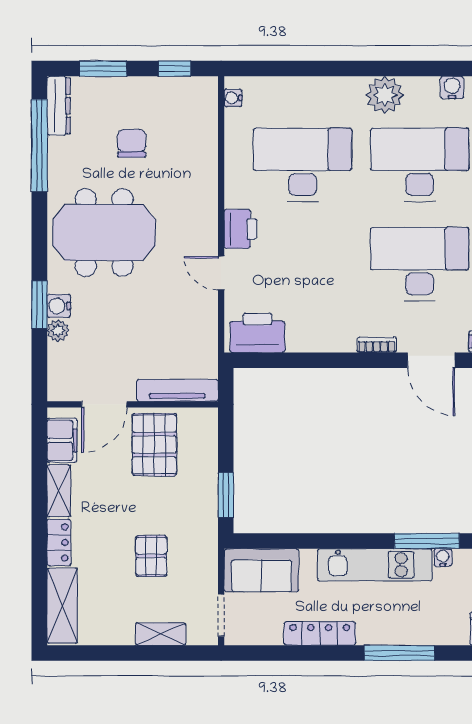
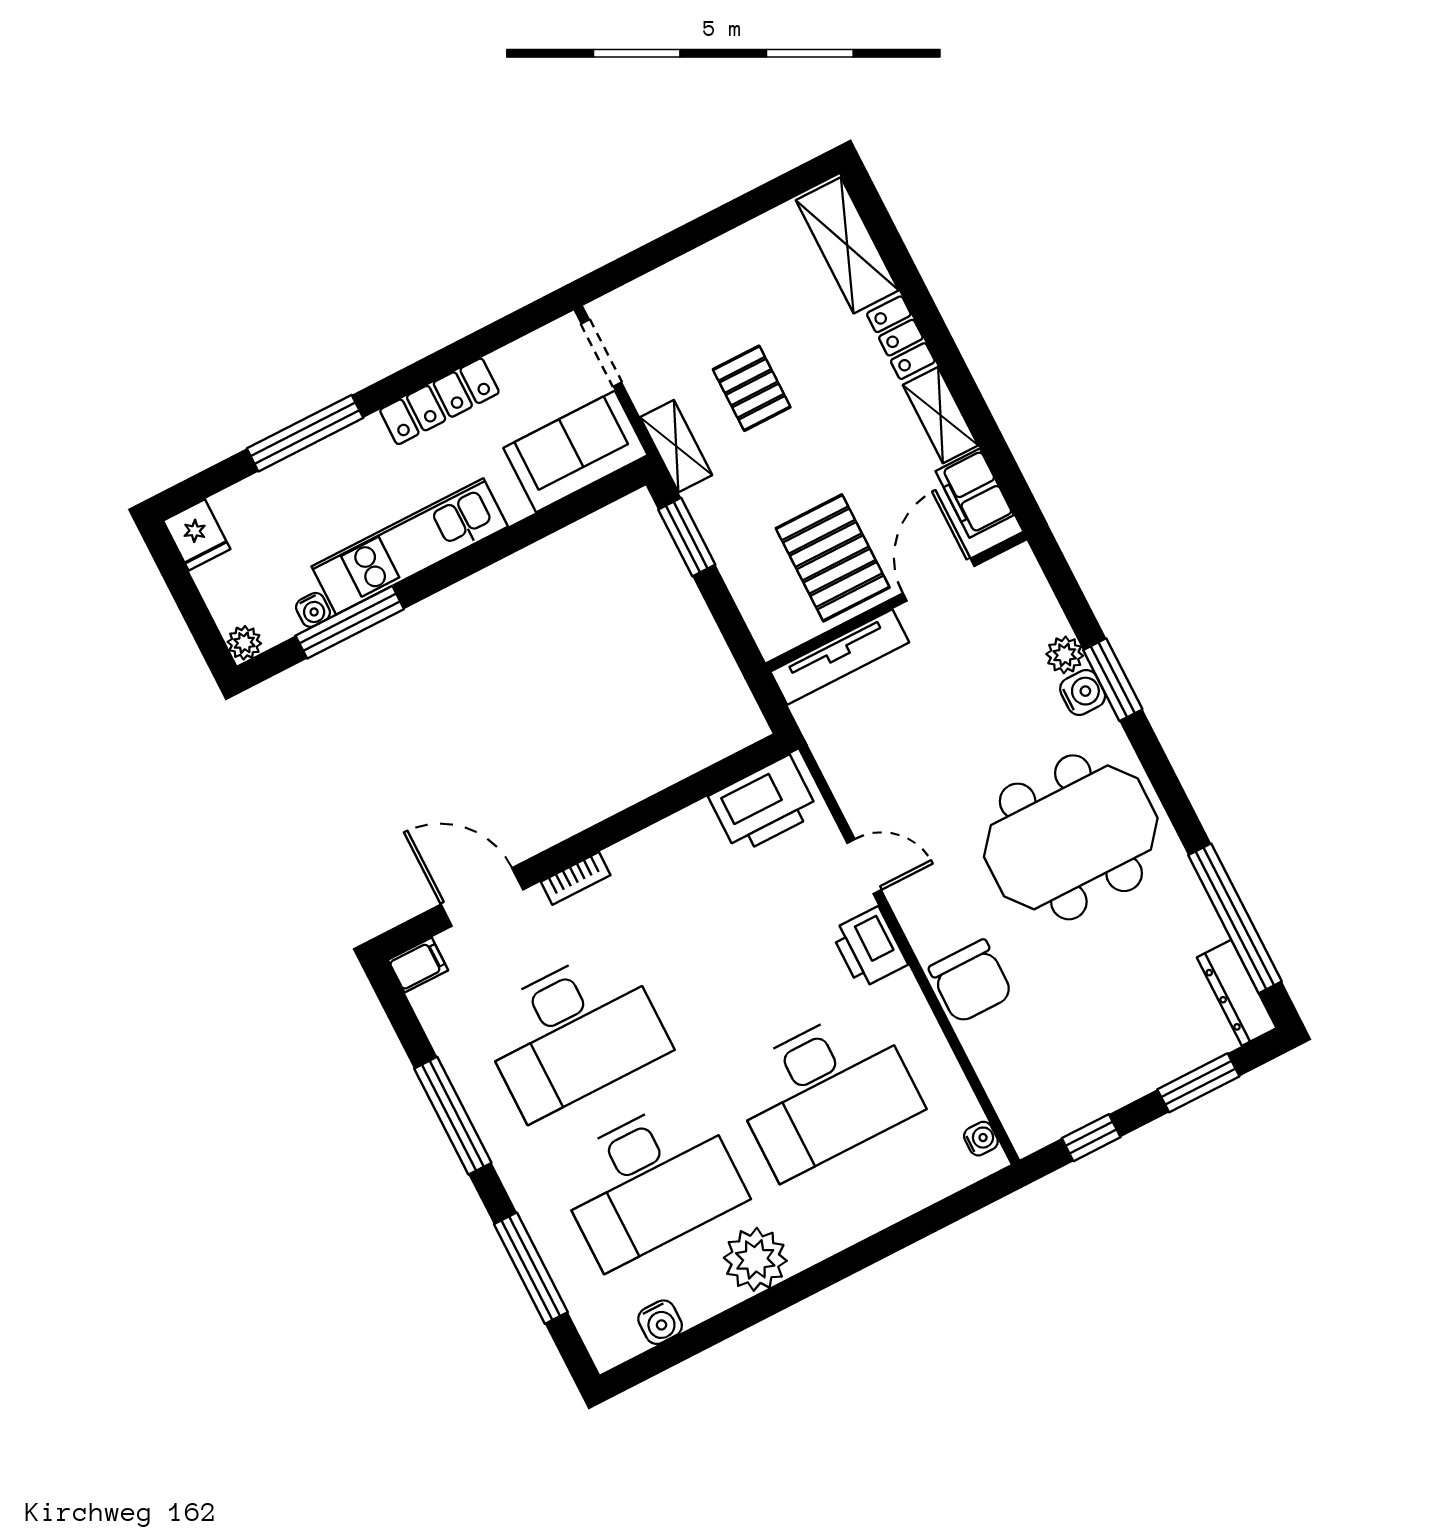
chair: (132, 143) -> (971, 981), moved, width x1.37, depth x1.37
shelving: (161, 634) -> (676, 446), moved, turned 90

